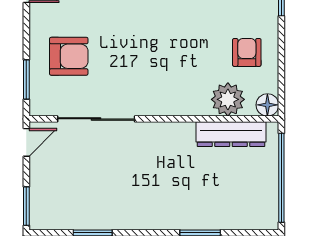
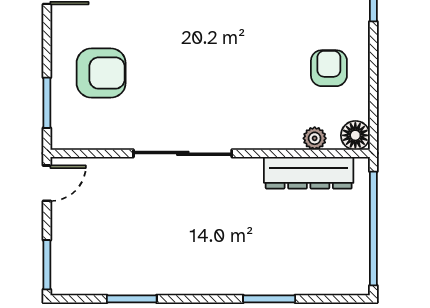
plant: (228, 99) -> (315, 138), width x0.53, depth x0.53
sliding door: (96, 119) -> (183, 153), moved

